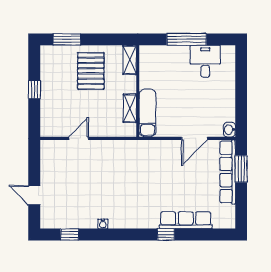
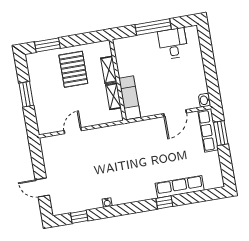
shelving: (130, 60) -> (109, 70), moved
window: (34, 90) -> (26, 94), width x1.50
row of seats: (228, 172) -> (208, 130), width x0.73

